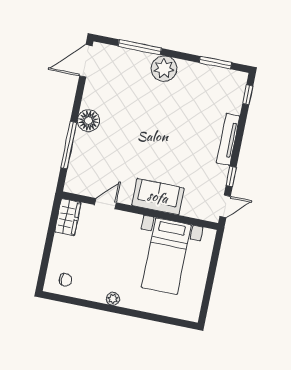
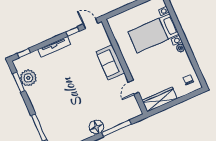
plant: (164, 69) -> (28, 78), moved
door: (105, 204) -> (134, 87), hinge flipped
wardrobe: (68, 217) -> (160, 100), width x1.50
bed with nightstands: (166, 256) -> (154, 33), moved, turned 180

